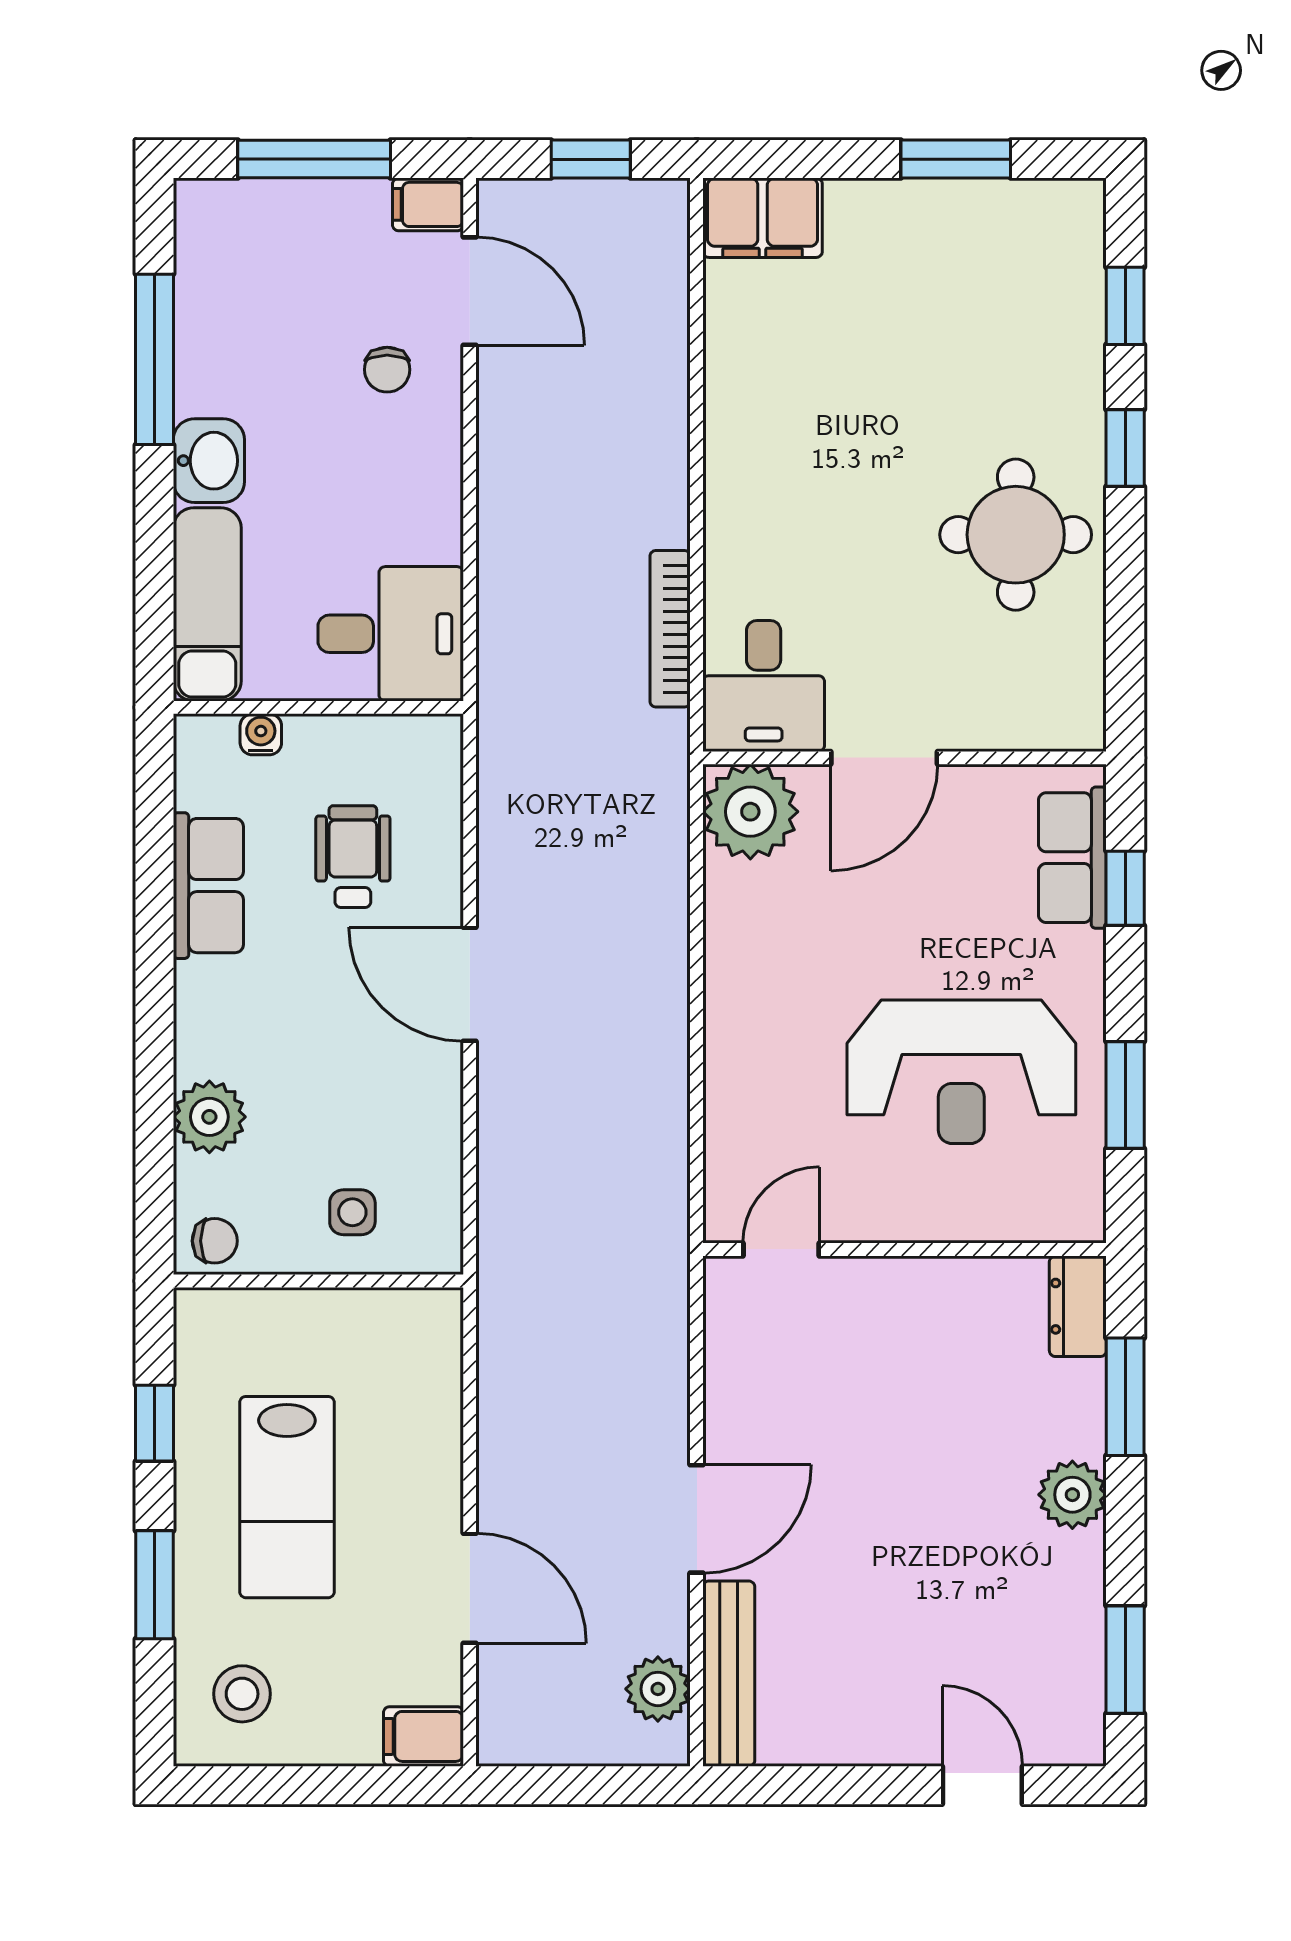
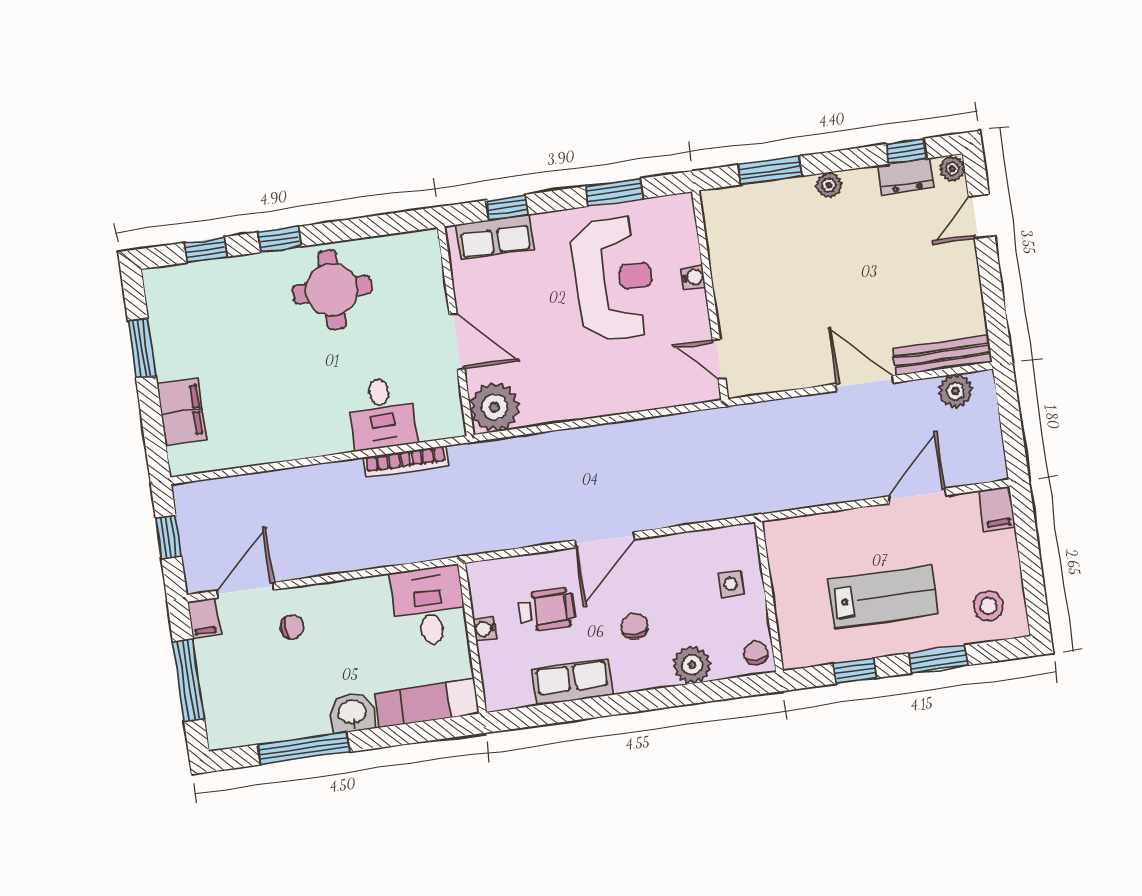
filing cabinet: (763, 218) -> (182, 412), moved
desk: (764, 686) -> (382, 413), moved, turned 90
water cooler: (261, 734) -> (485, 629), moved
wheelchair: (353, 857) -> (547, 609), turned 180
chair: (298, 1018) -> (635, 626), added
water cooler: (943, 1222) -> (693, 277), added
dresser: (1078, 1306) -> (906, 176), moved
plant: (1072, 1495) -> (829, 185), width x0.73, depth x0.73
window: (1125, 1660) -> (906, 151), width x0.67
plant: (1080, 1742) -> (952, 169), added

